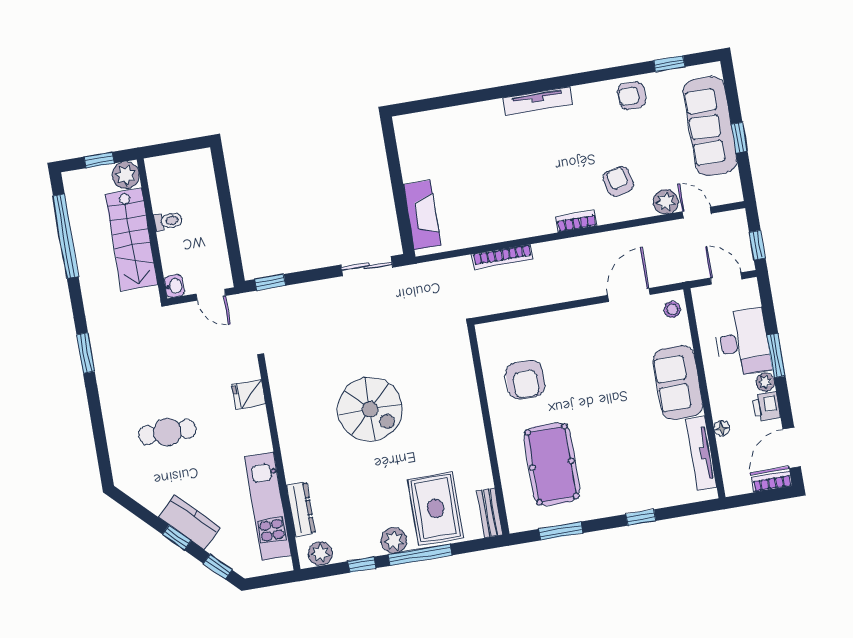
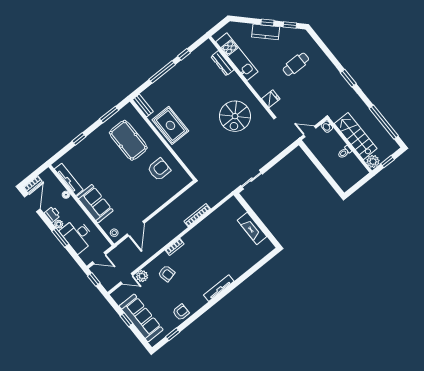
fireplace: (422, 215) -> (252, 228), moved
window: (270, 282) -> (288, 150), removed
armchair: (525, 380) -> (159, 169), turned 90
spiral stairs: (370, 409) -> (235, 116), moved, turned -90
rug: (436, 508) -> (170, 125), moved
plant: (394, 540) -> (176, 72), removed
plant: (320, 554) -> (204, 49), removed
window: (218, 567) -> (290, 25), moved

